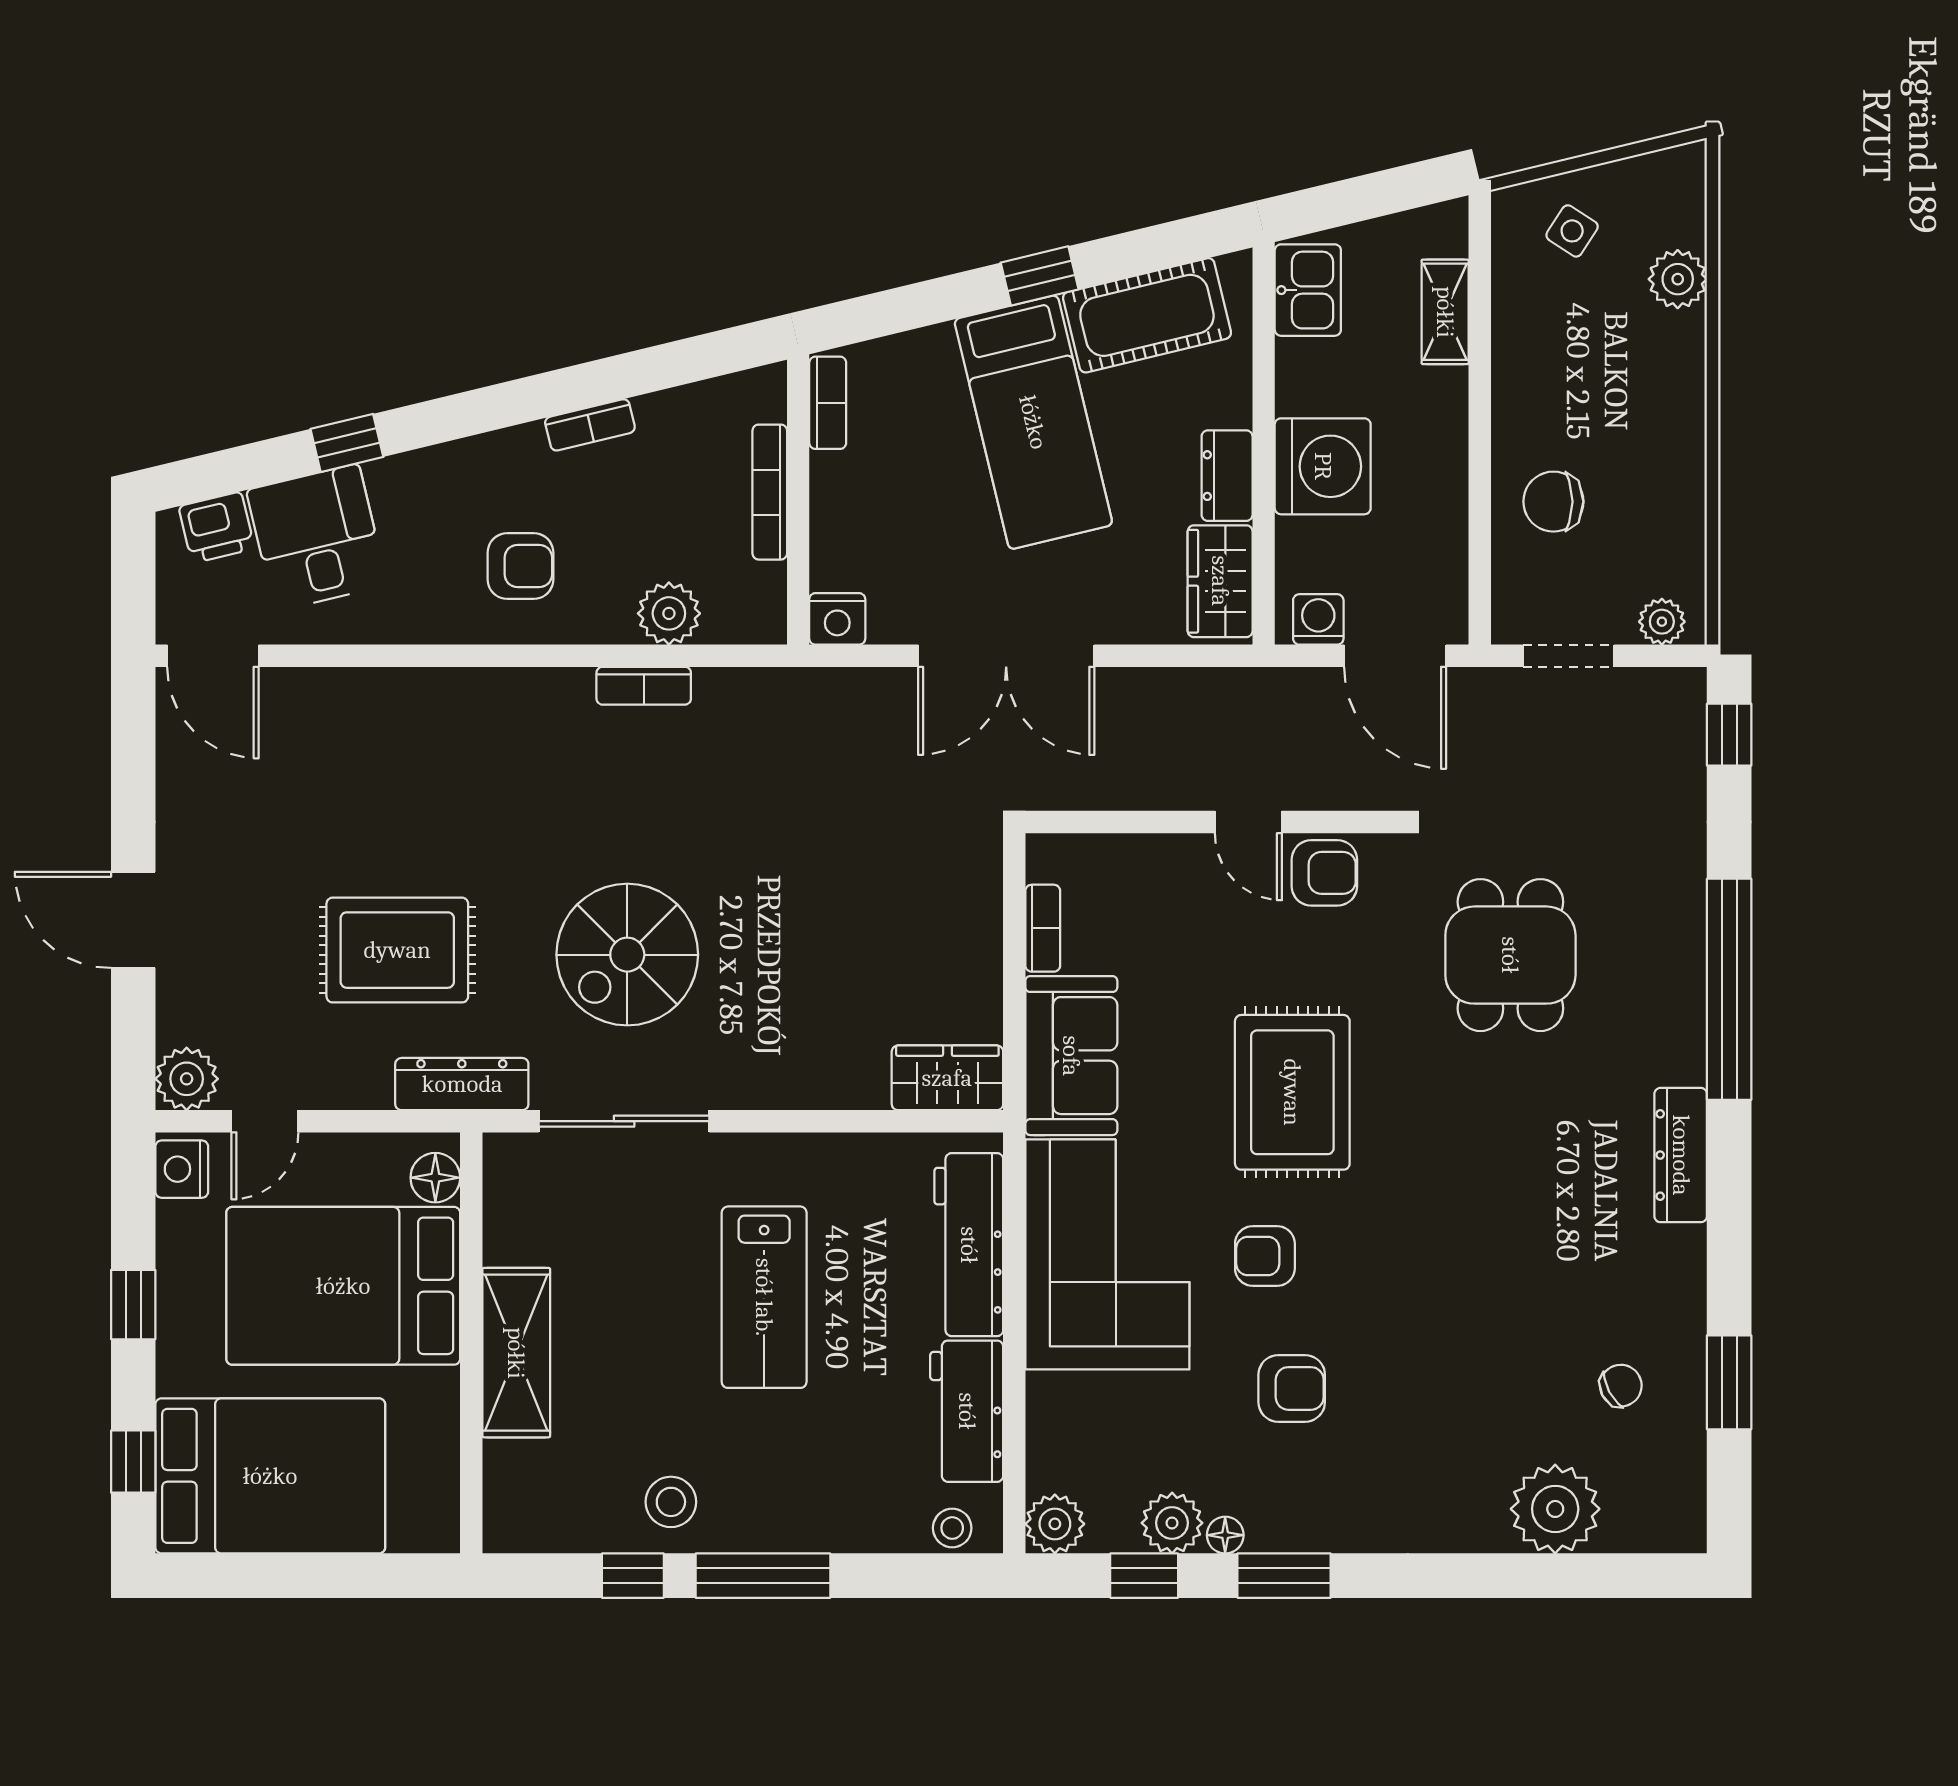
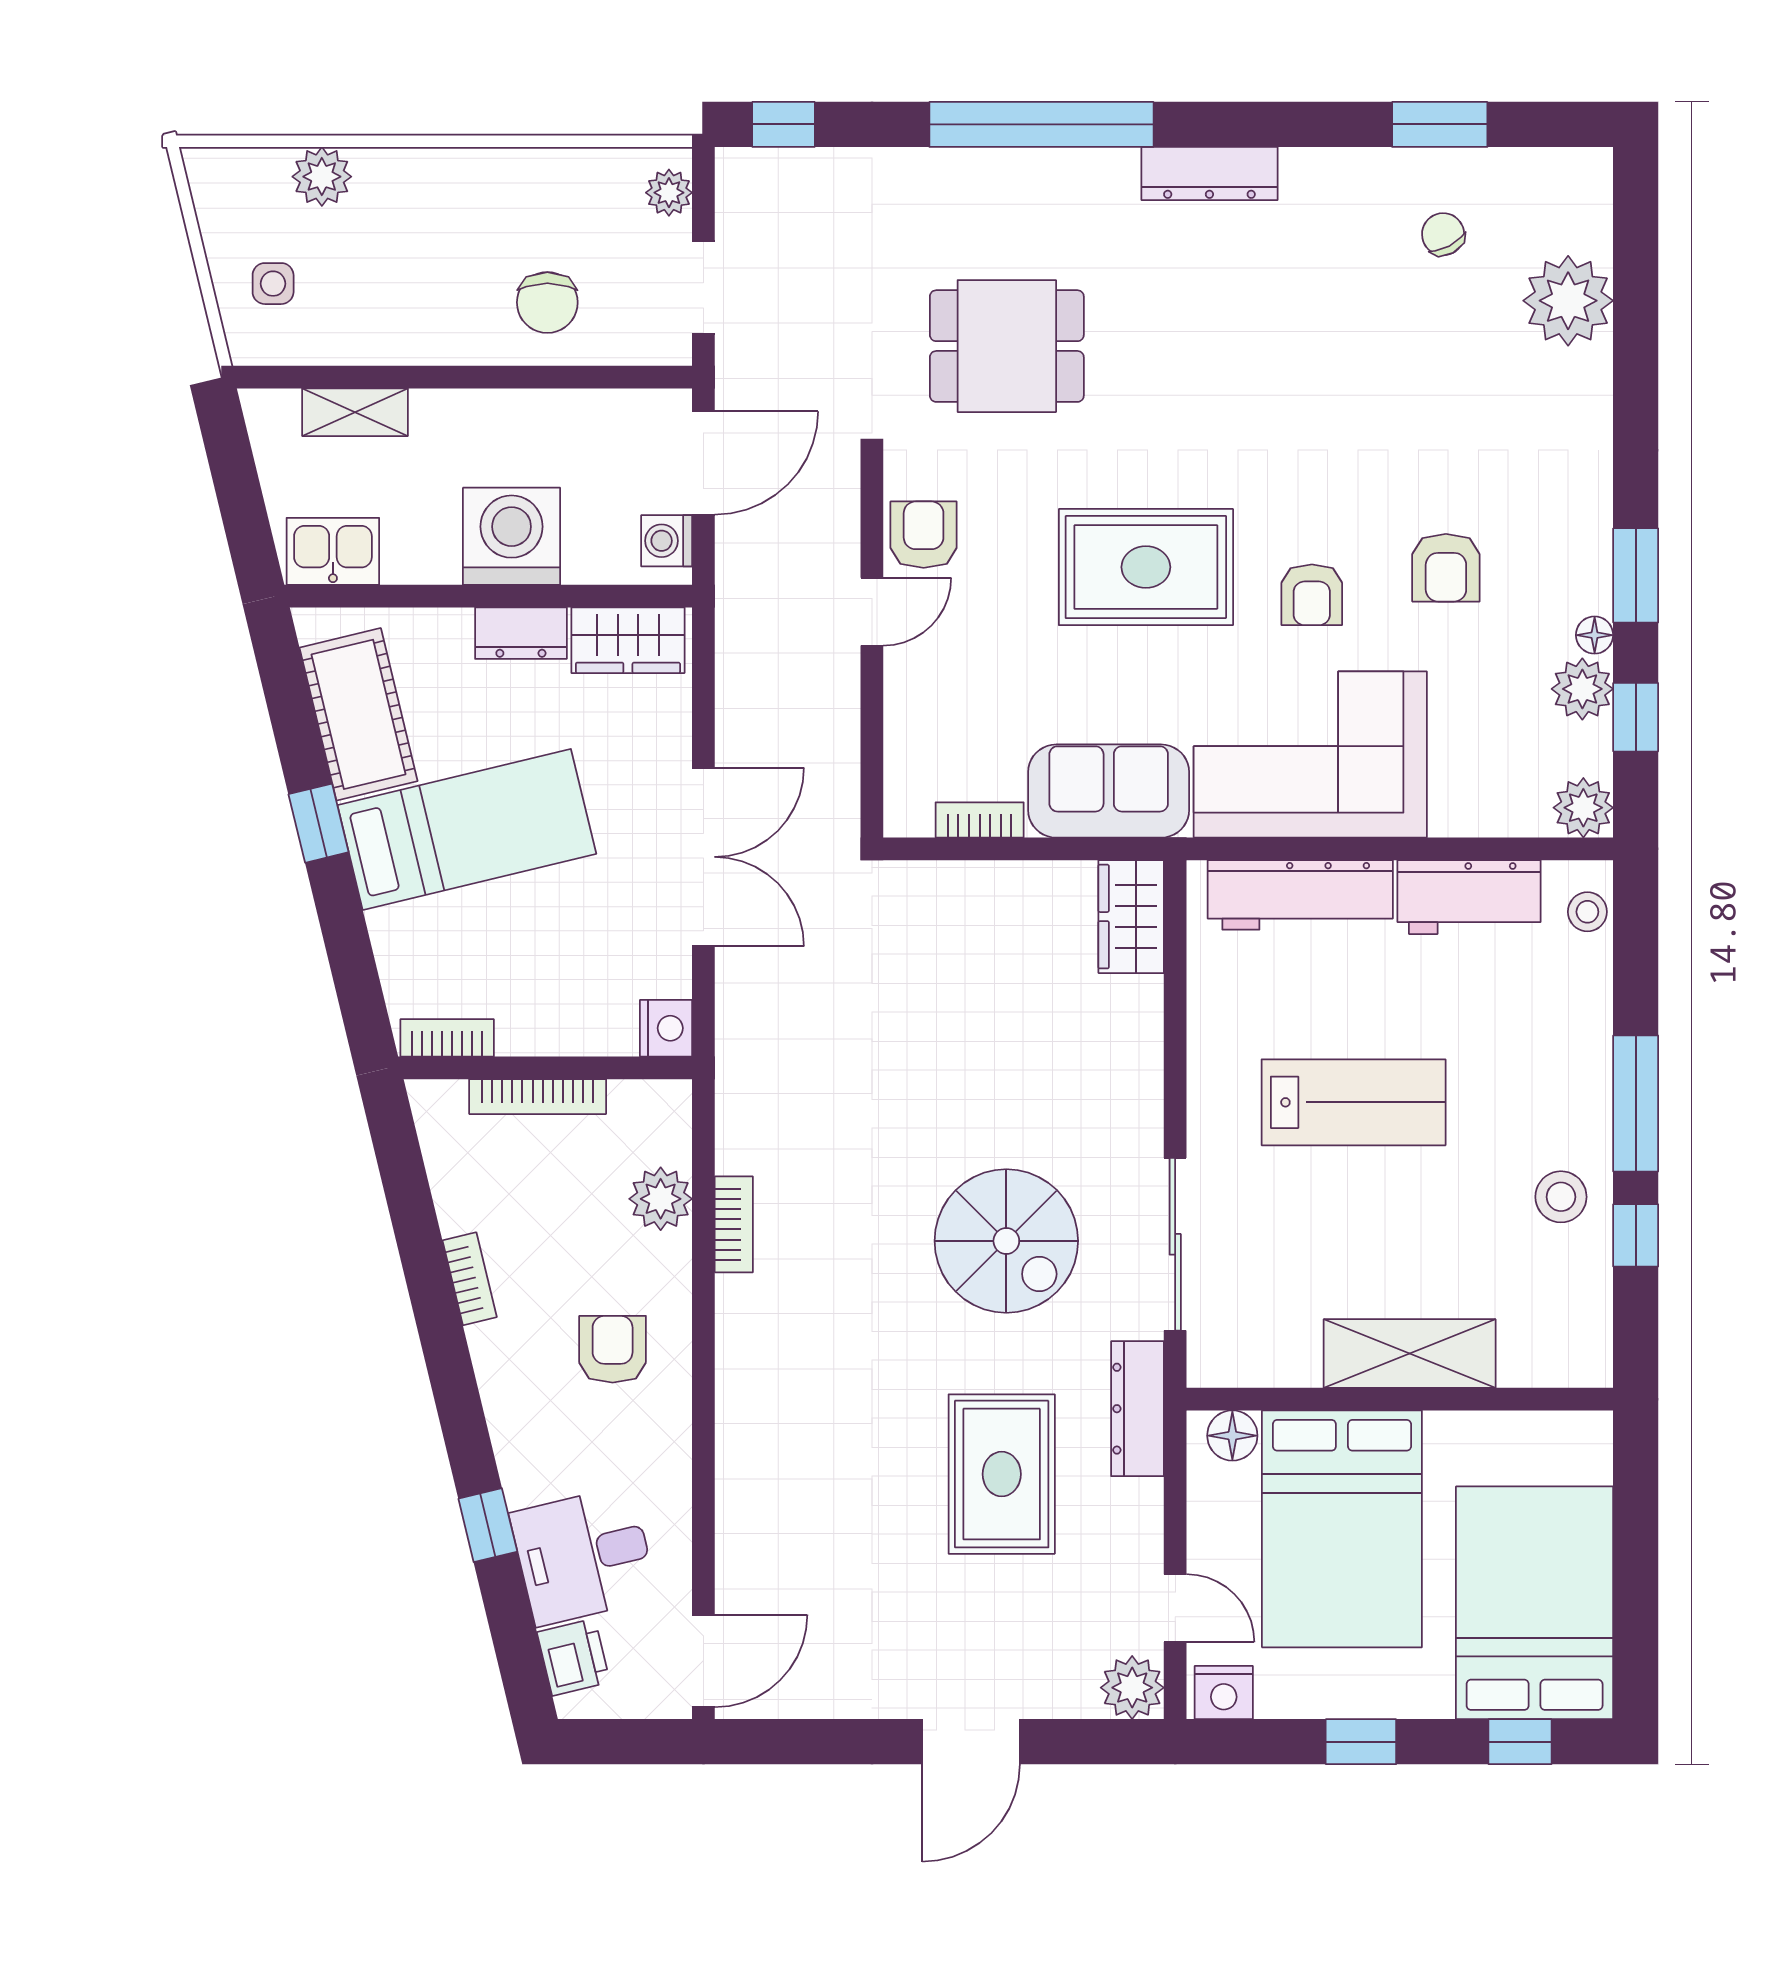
side table: (1572, 231) -> (273, 284), turned -33
armchair: (1292, 1388) -> (1446, 568), turned 180

